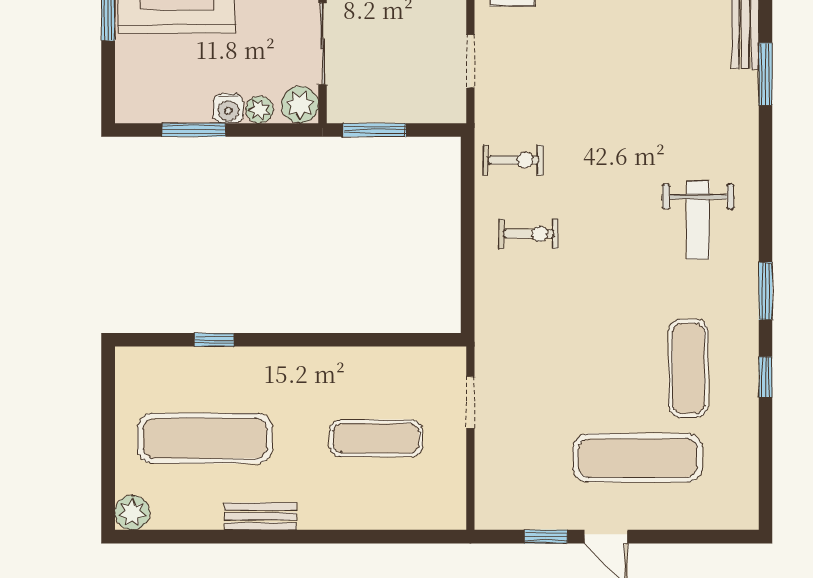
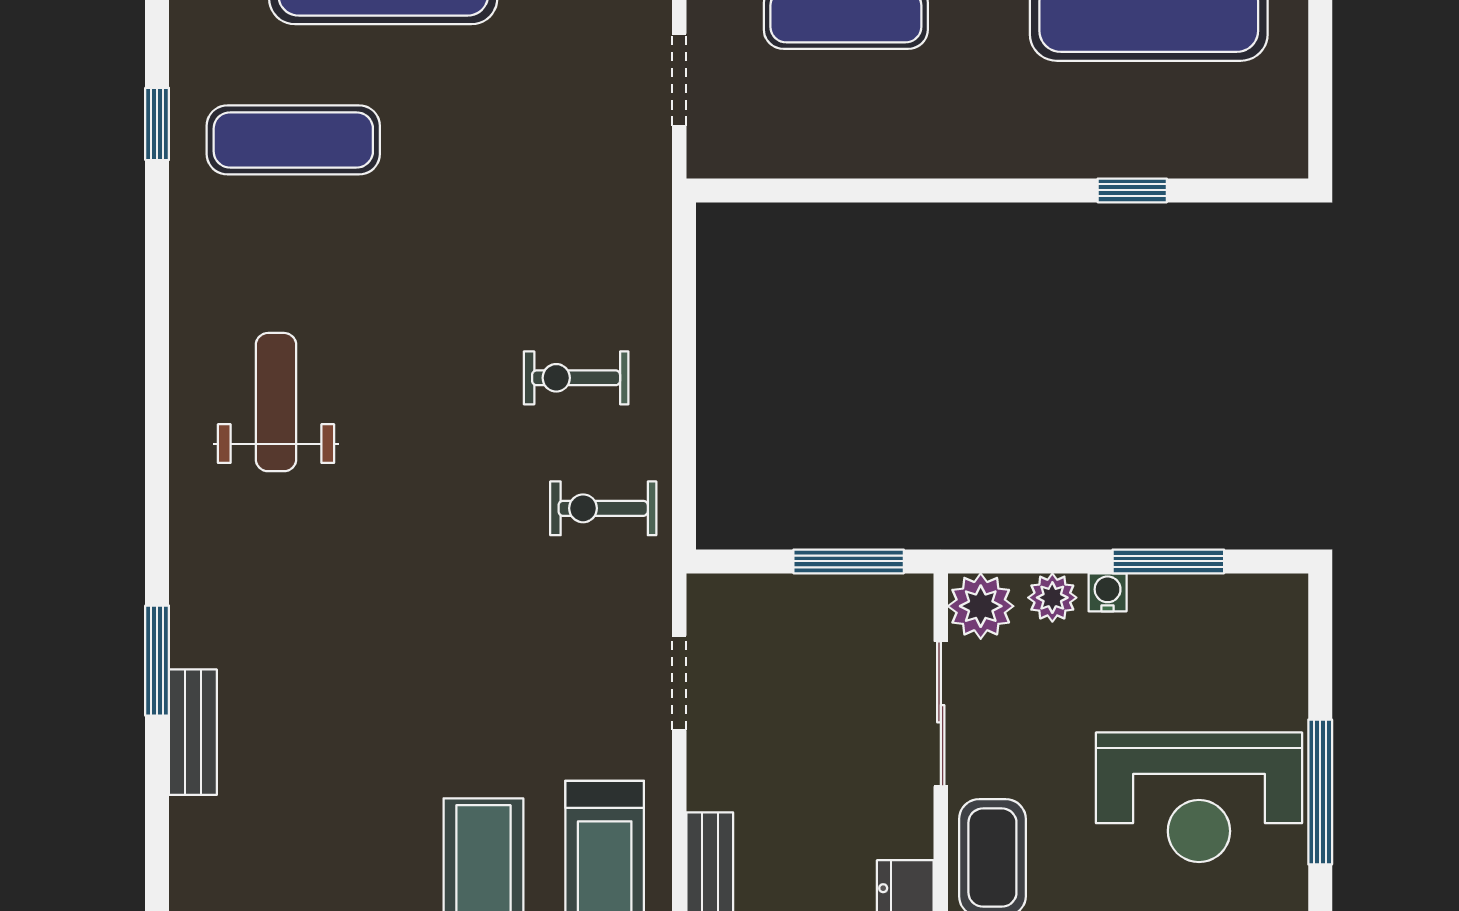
water cooler: (228, 108) -> (1108, 592), width x0.72, depth x0.72
window: (765, 291) -> (157, 276), removed
exercise mat: (688, 368) -> (293, 140), turned 90

